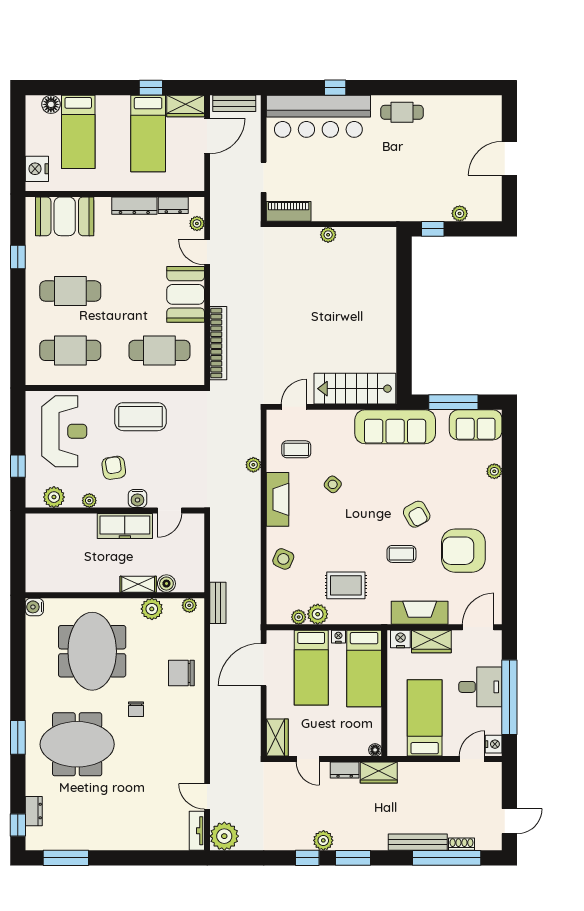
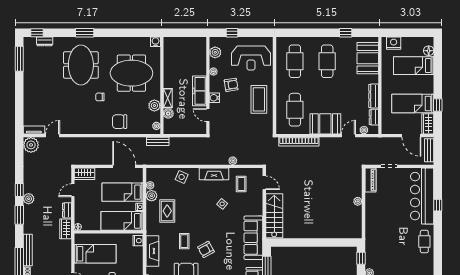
wardrobe: (431, 641) -> (137, 257), removed
chair: (181, 673) -> (120, 122), turned -90

